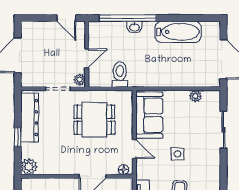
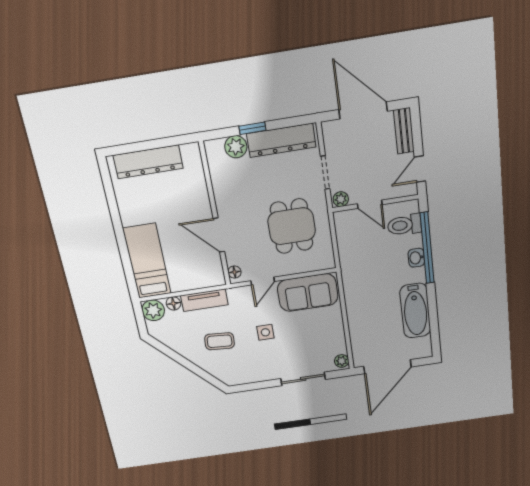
bench: (37, 27) -> (404, 131), added
toilet: (120, 75) -> (404, 225), moved, turned 180
plant: (195, 96) -> (342, 361), moved
plant: (29, 167) -> (236, 147), moved

